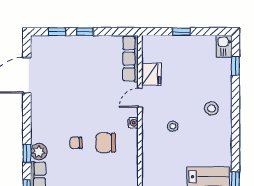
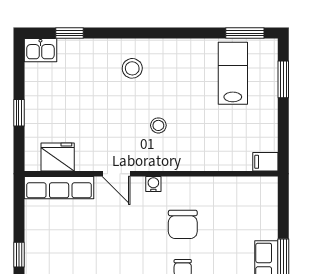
fridge: (151, 74) -> (58, 157), moved

